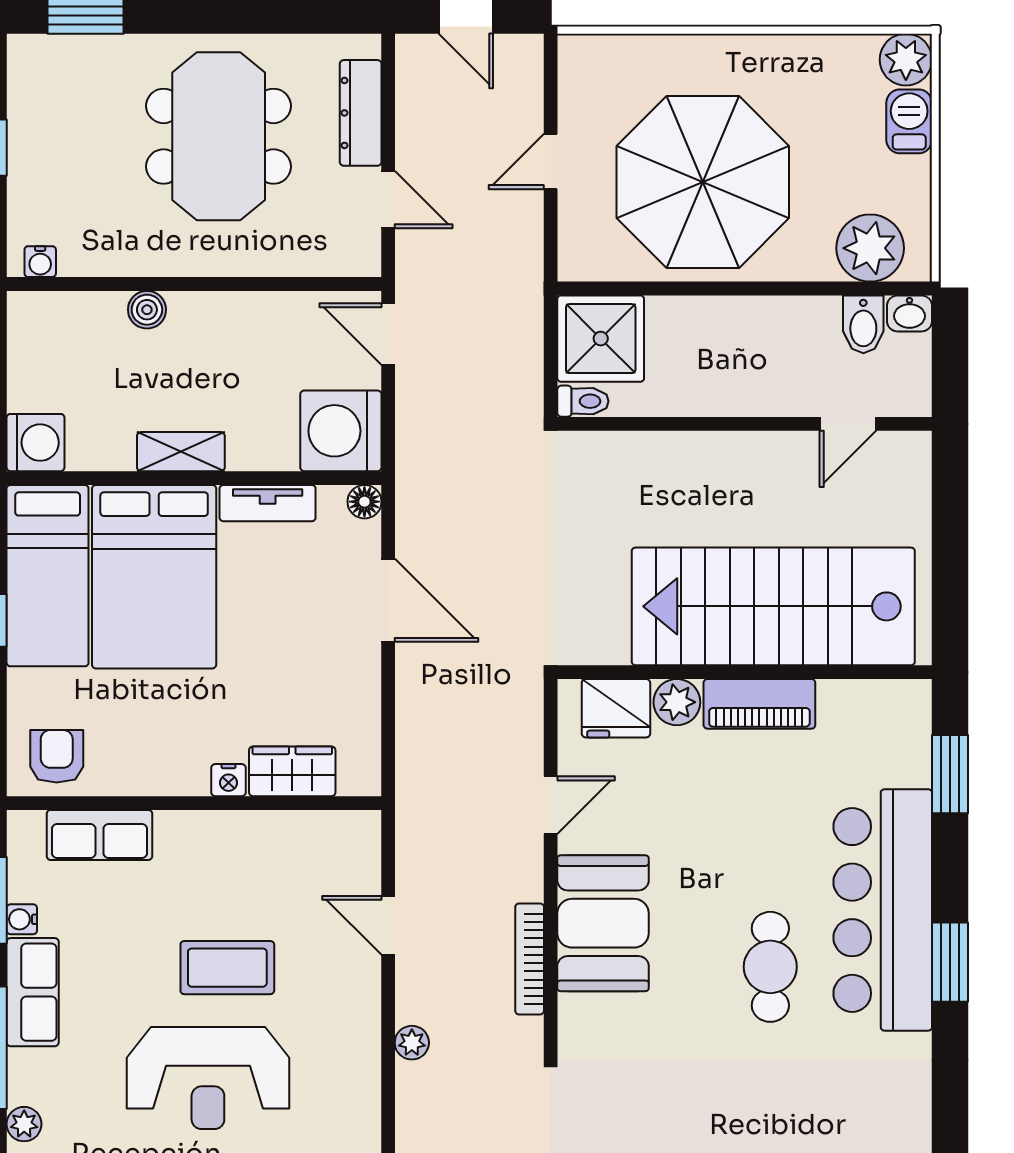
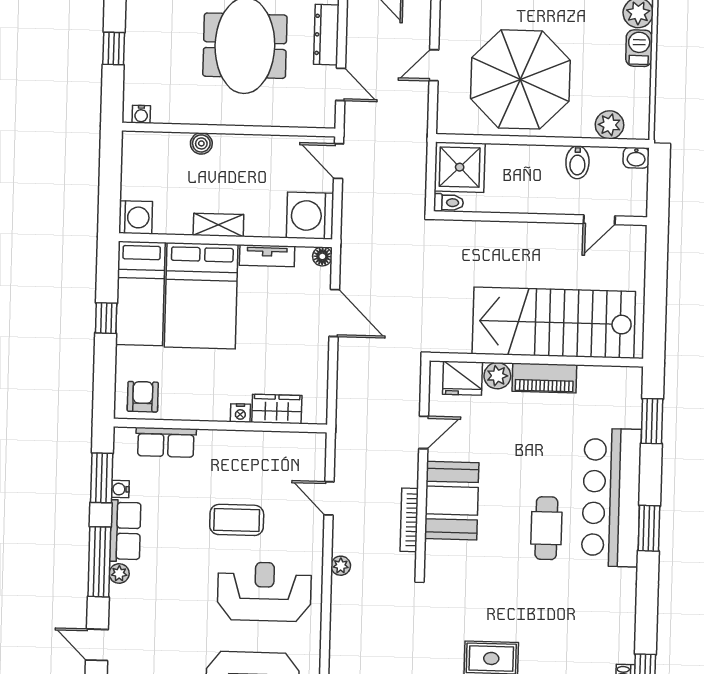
plant: (870, 248) -> (609, 125), width x0.73, depth x0.73
bidet: (863, 324) -> (577, 162), moved
reception desk: (208, 1078) -> (264, 592), moved, turned 180
plant: (24, 1124) -> (119, 574), moved

